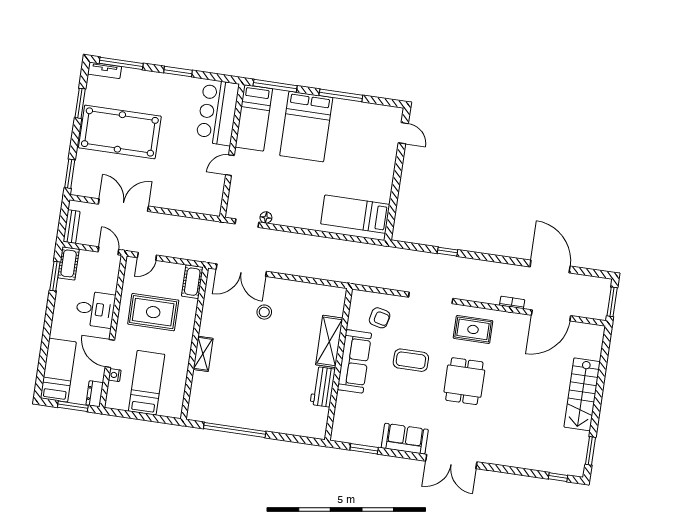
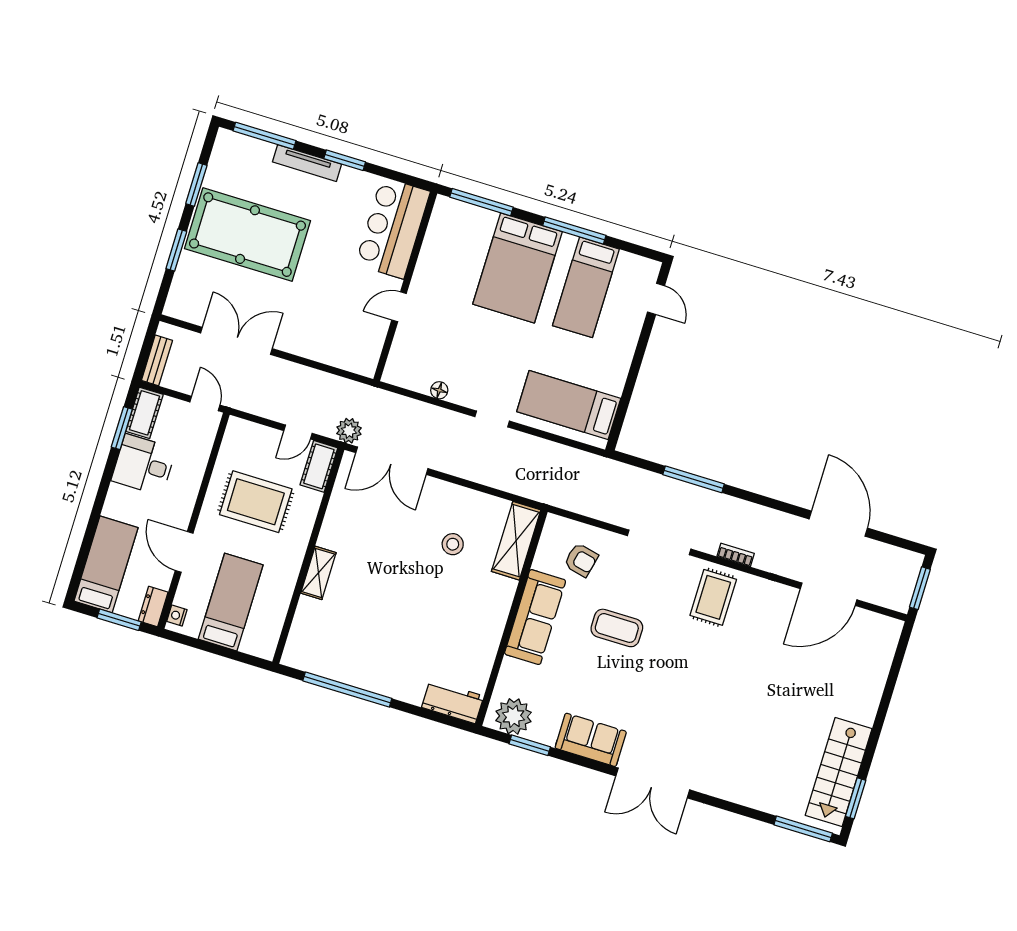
tv unit: (104, 70) -> (307, 163), moved, width x1.41
bed: (254, 118) -> (586, 287), moved
window: (70, 174) -> (176, 250), moved
doorway: (247, 223) -> (492, 419), moved
window: (447, 252) -> (694, 479), width x2.17
plant: (209, 254) -> (349, 431), added
door: (147, 256) -> (298, 432), moved
bookcase: (512, 302) -> (736, 555), moved
desk: (95, 309) -> (144, 465), moved, turned 180
stool: (264, 312) -> (453, 544), moved
rug: (473, 329) -> (713, 597), turned 90
shelving: (329, 341) -> (516, 541), moved
nightstand: (115, 375) -> (177, 616), moved
dining table: (464, 381) -> (689, 670), removed
workbench: (323, 387) -> (453, 702), moved, turned 90
stairs: (582, 394) -> (839, 772), moved
plant: (350, 431) -> (514, 716), added
window: (558, 477) -> (803, 829), width x2.17

